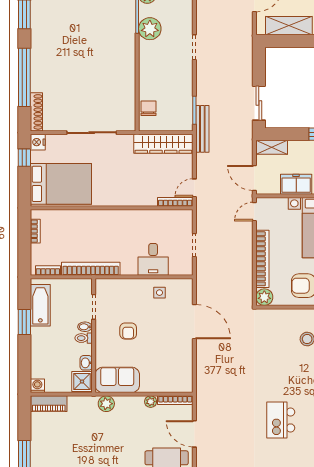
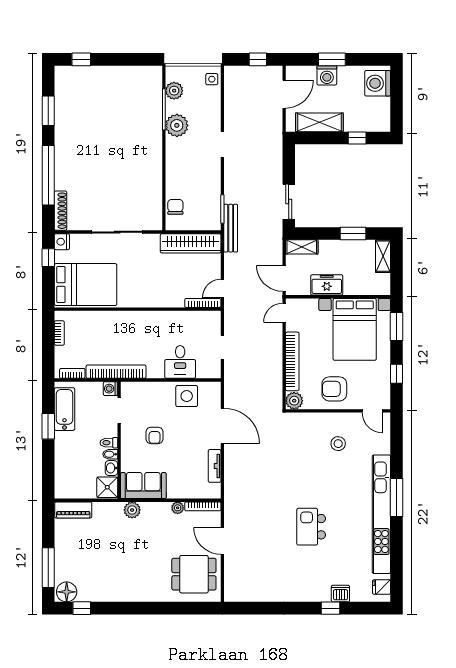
side table: (159, 293) -> (187, 396), width x1.87, depth x1.87
bidet: (85, 327) -> (110, 454), moved
tv unit: (187, 361) -> (215, 466), added
washing machine: (37, 386) -> (111, 389), moved, turned -90

